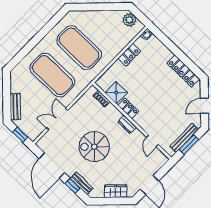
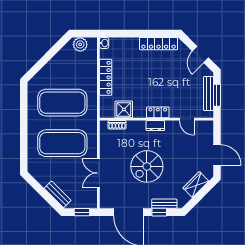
locker: (129, 55) -> (106, 77), width x1.53
locker: (128, 108) -> (158, 112), moved

